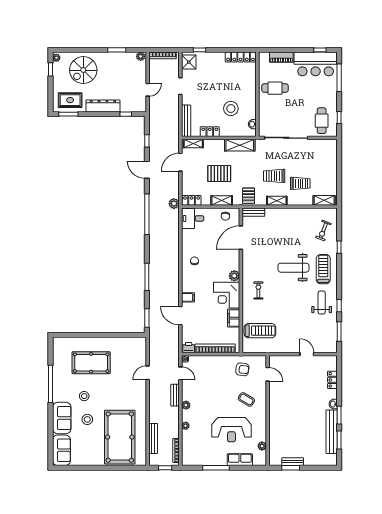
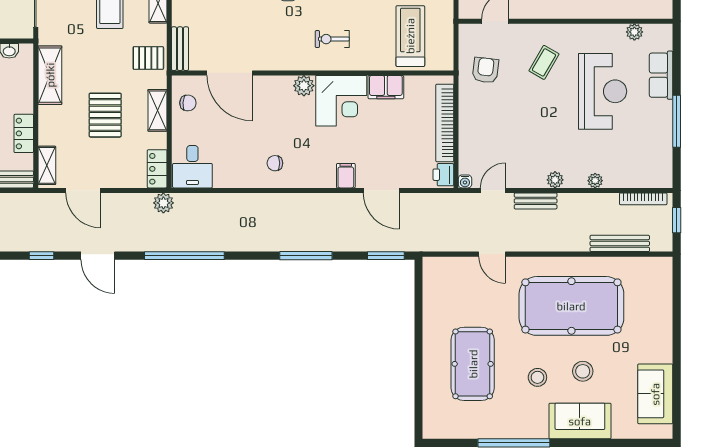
door: (147, 170) -> (98, 256), hinge flipped
door: (180, 316) -> (381, 190), hinge flipped
pool table: (120, 437) -> (571, 306), moved
sofa: (61, 450) -> (655, 394), moved, turned -90

